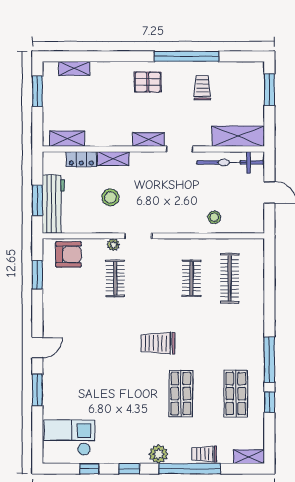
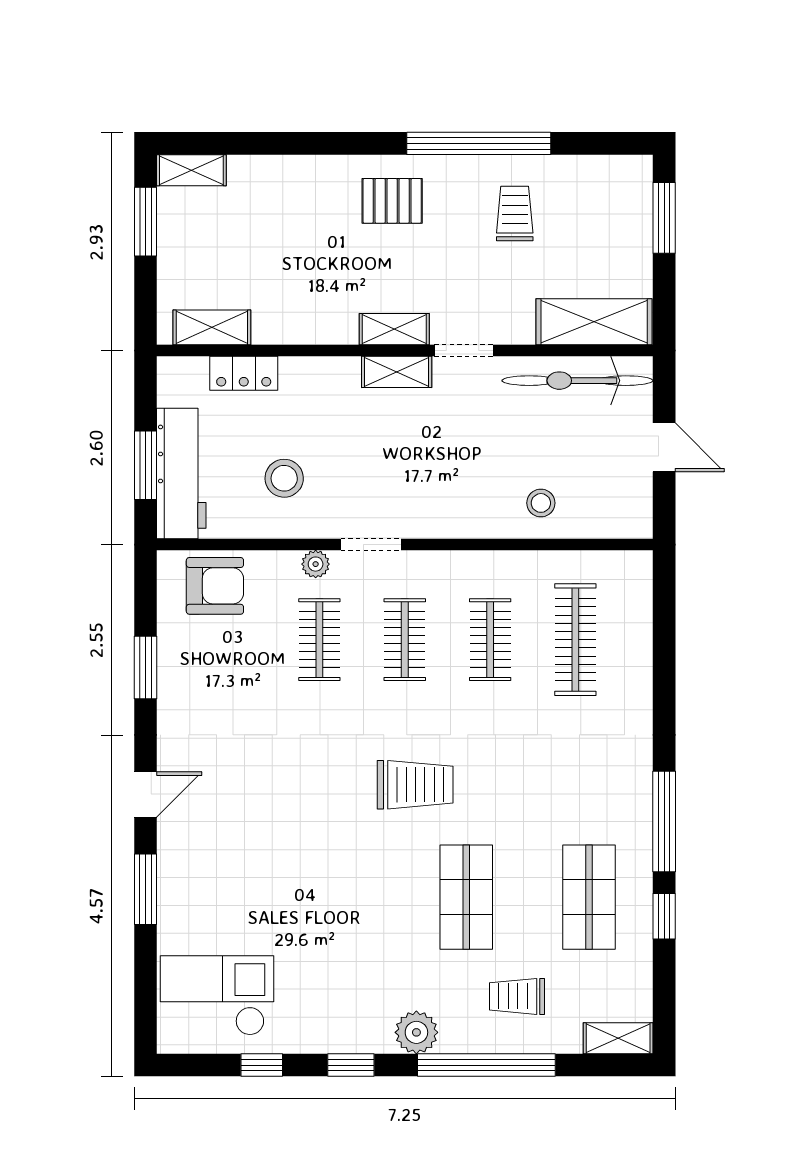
shelving: (74, 68) -> (191, 170), moved
shelving: (113, 159) -> (397, 372), moved
stool: (110, 197) -> (284, 478), moved
window: (37, 275) -> (145, 668), moved
clothes rail: (153, 278) -> (405, 640), added
trolley: (158, 343) -> (415, 785), turned 180
trolley: (204, 454) -> (517, 996), moved

